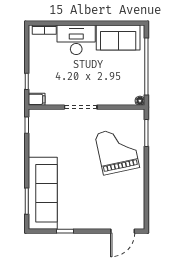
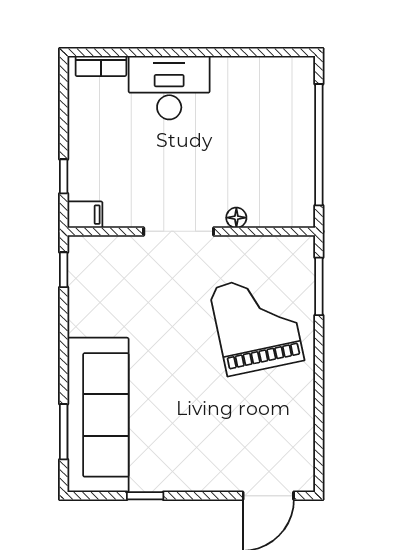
sofa: (118, 38) -> (259, 83), removed
floor lamp: (140, 101) -> (236, 218), moved

